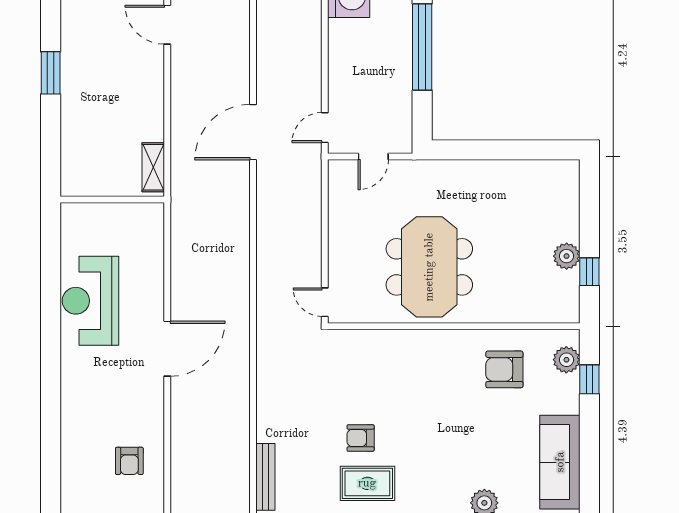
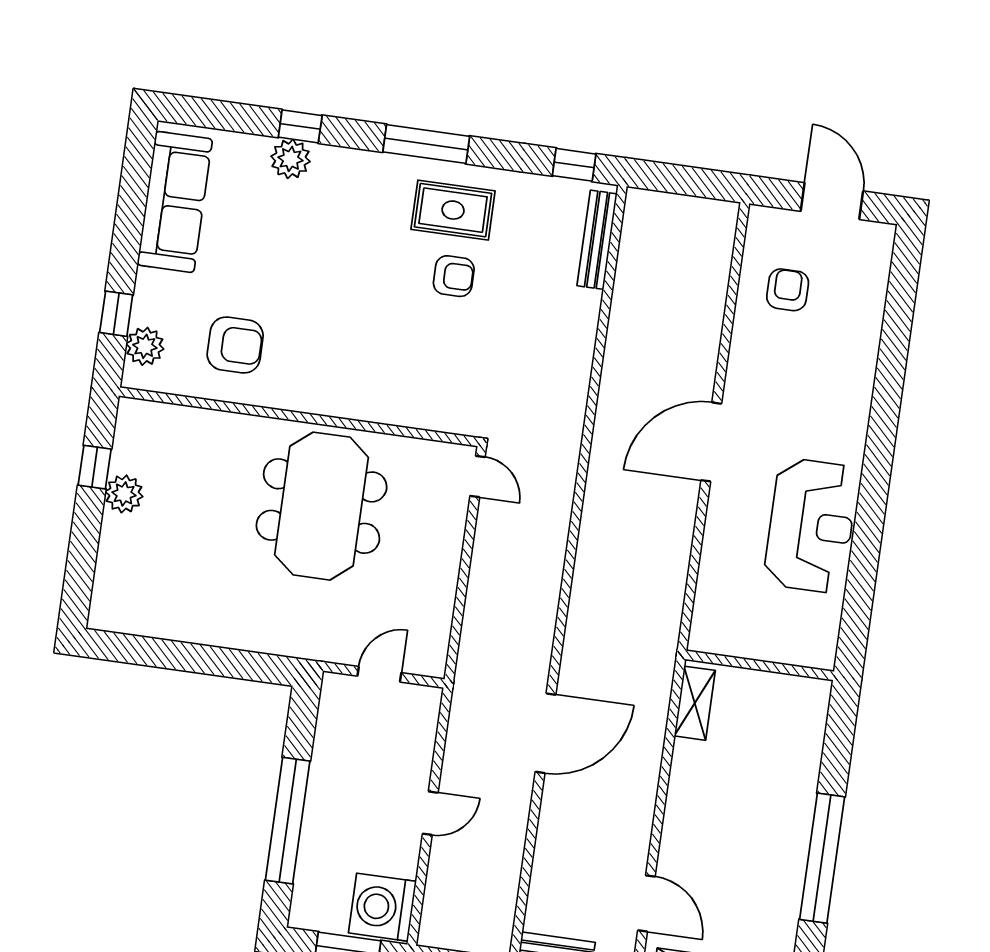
window: (51, 73) -> (822, 858), width x2.11
door: (325, 128) -> (430, 813), moved

